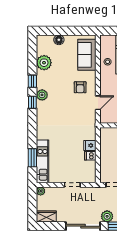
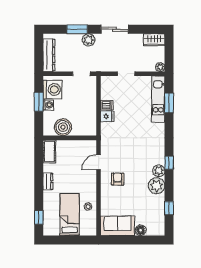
sofa: (87, 55) -> (117, 226), moved, turned -90
plant: (44, 63) -> (157, 186), moved
window: (32, 81) -> (169, 208), moved
sliding door: (83, 226) -> (115, 29), width x0.73

